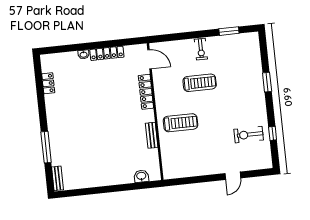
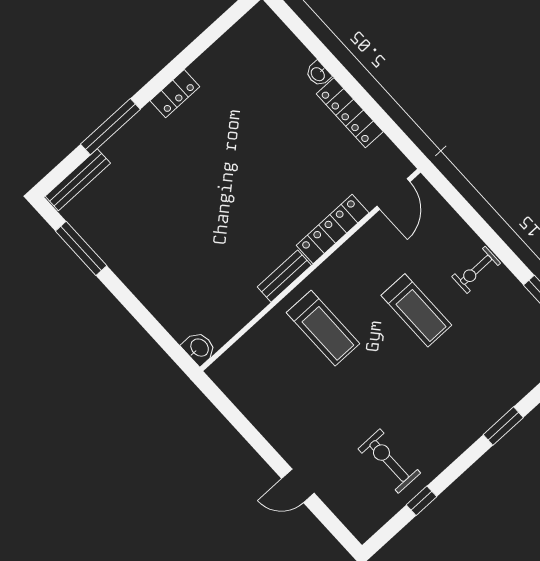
locker: (48, 83) -> (175, 94), moved
bench: (152, 135) -> (284, 276), moved
washbasin: (141, 176) -> (199, 348), moved
bench: (57, 178) -> (78, 180), width x1.36
window: (84, 192) -> (81, 248), added

